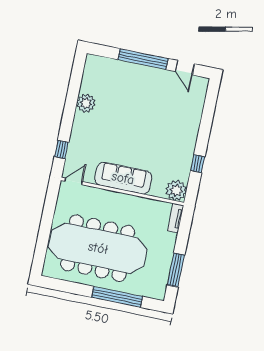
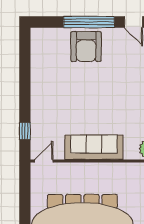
armchair: (136, 82) -> (86, 47), added
plant: (86, 103) -> (40, 79), removed

